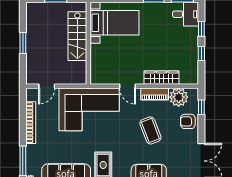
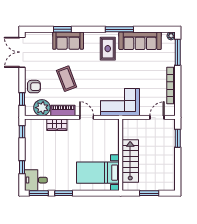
window: (23, 43) -> (178, 138), moved
window: (201, 54) -> (22, 132), moved
wardrobe: (161, 78) -> (57, 125), width x0.67
corner sofa: (89, 109) -> (120, 102), width x0.73, depth x0.74

